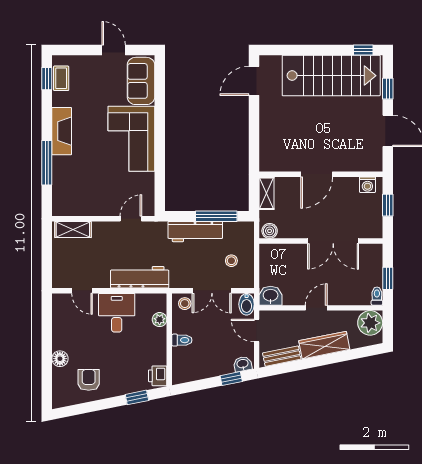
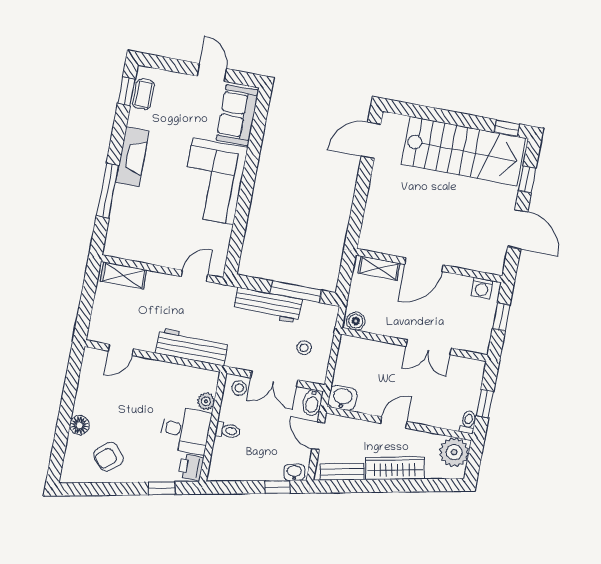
shelving: (267, 193) -> (379, 268), moved, turned 90
double door: (333, 241) -> (429, 347), width x0.73
door: (82, 291) -> (121, 350), hinge flipped
desk: (117, 313) -> (185, 430), moved, turned 90
armchair: (89, 380) -> (109, 457), turned -130

